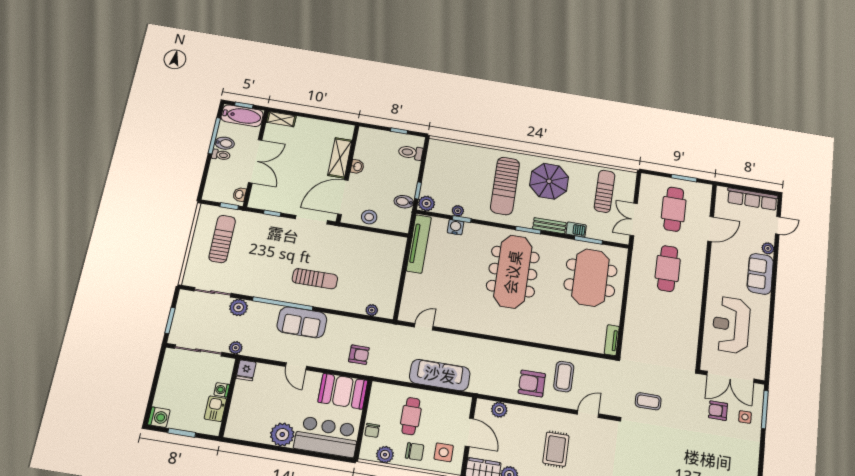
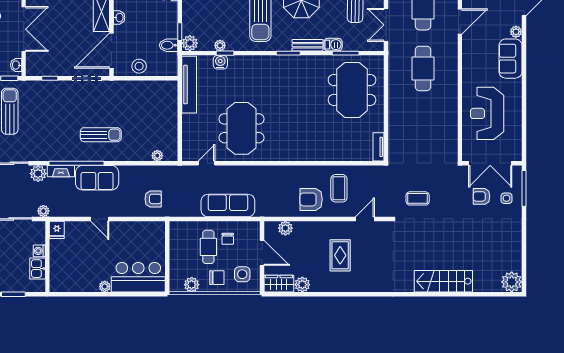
meeting table: (513, 272) -> (241, 128), moved, width x0.73
fireplace: (264, 309) -> (61, 171), added
booth: (343, 391) -> (145, 235), removed
chair: (372, 430) -> (228, 239), moved
plant: (282, 434) -> (105, 286), width x0.53, depth x0.53

